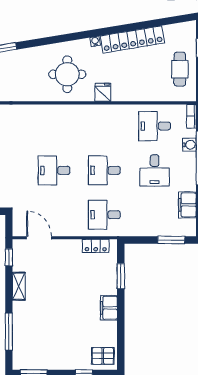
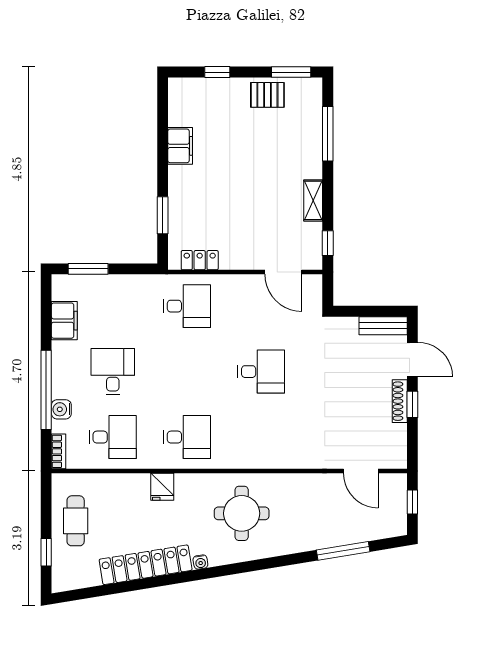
fridge: (103, 92) -> (162, 487), moved
desk: (104, 170) -> (187, 437), moved
filing cabinet: (109, 308) -> (180, 146), moved
pallet: (103, 356) -> (267, 95), moved

